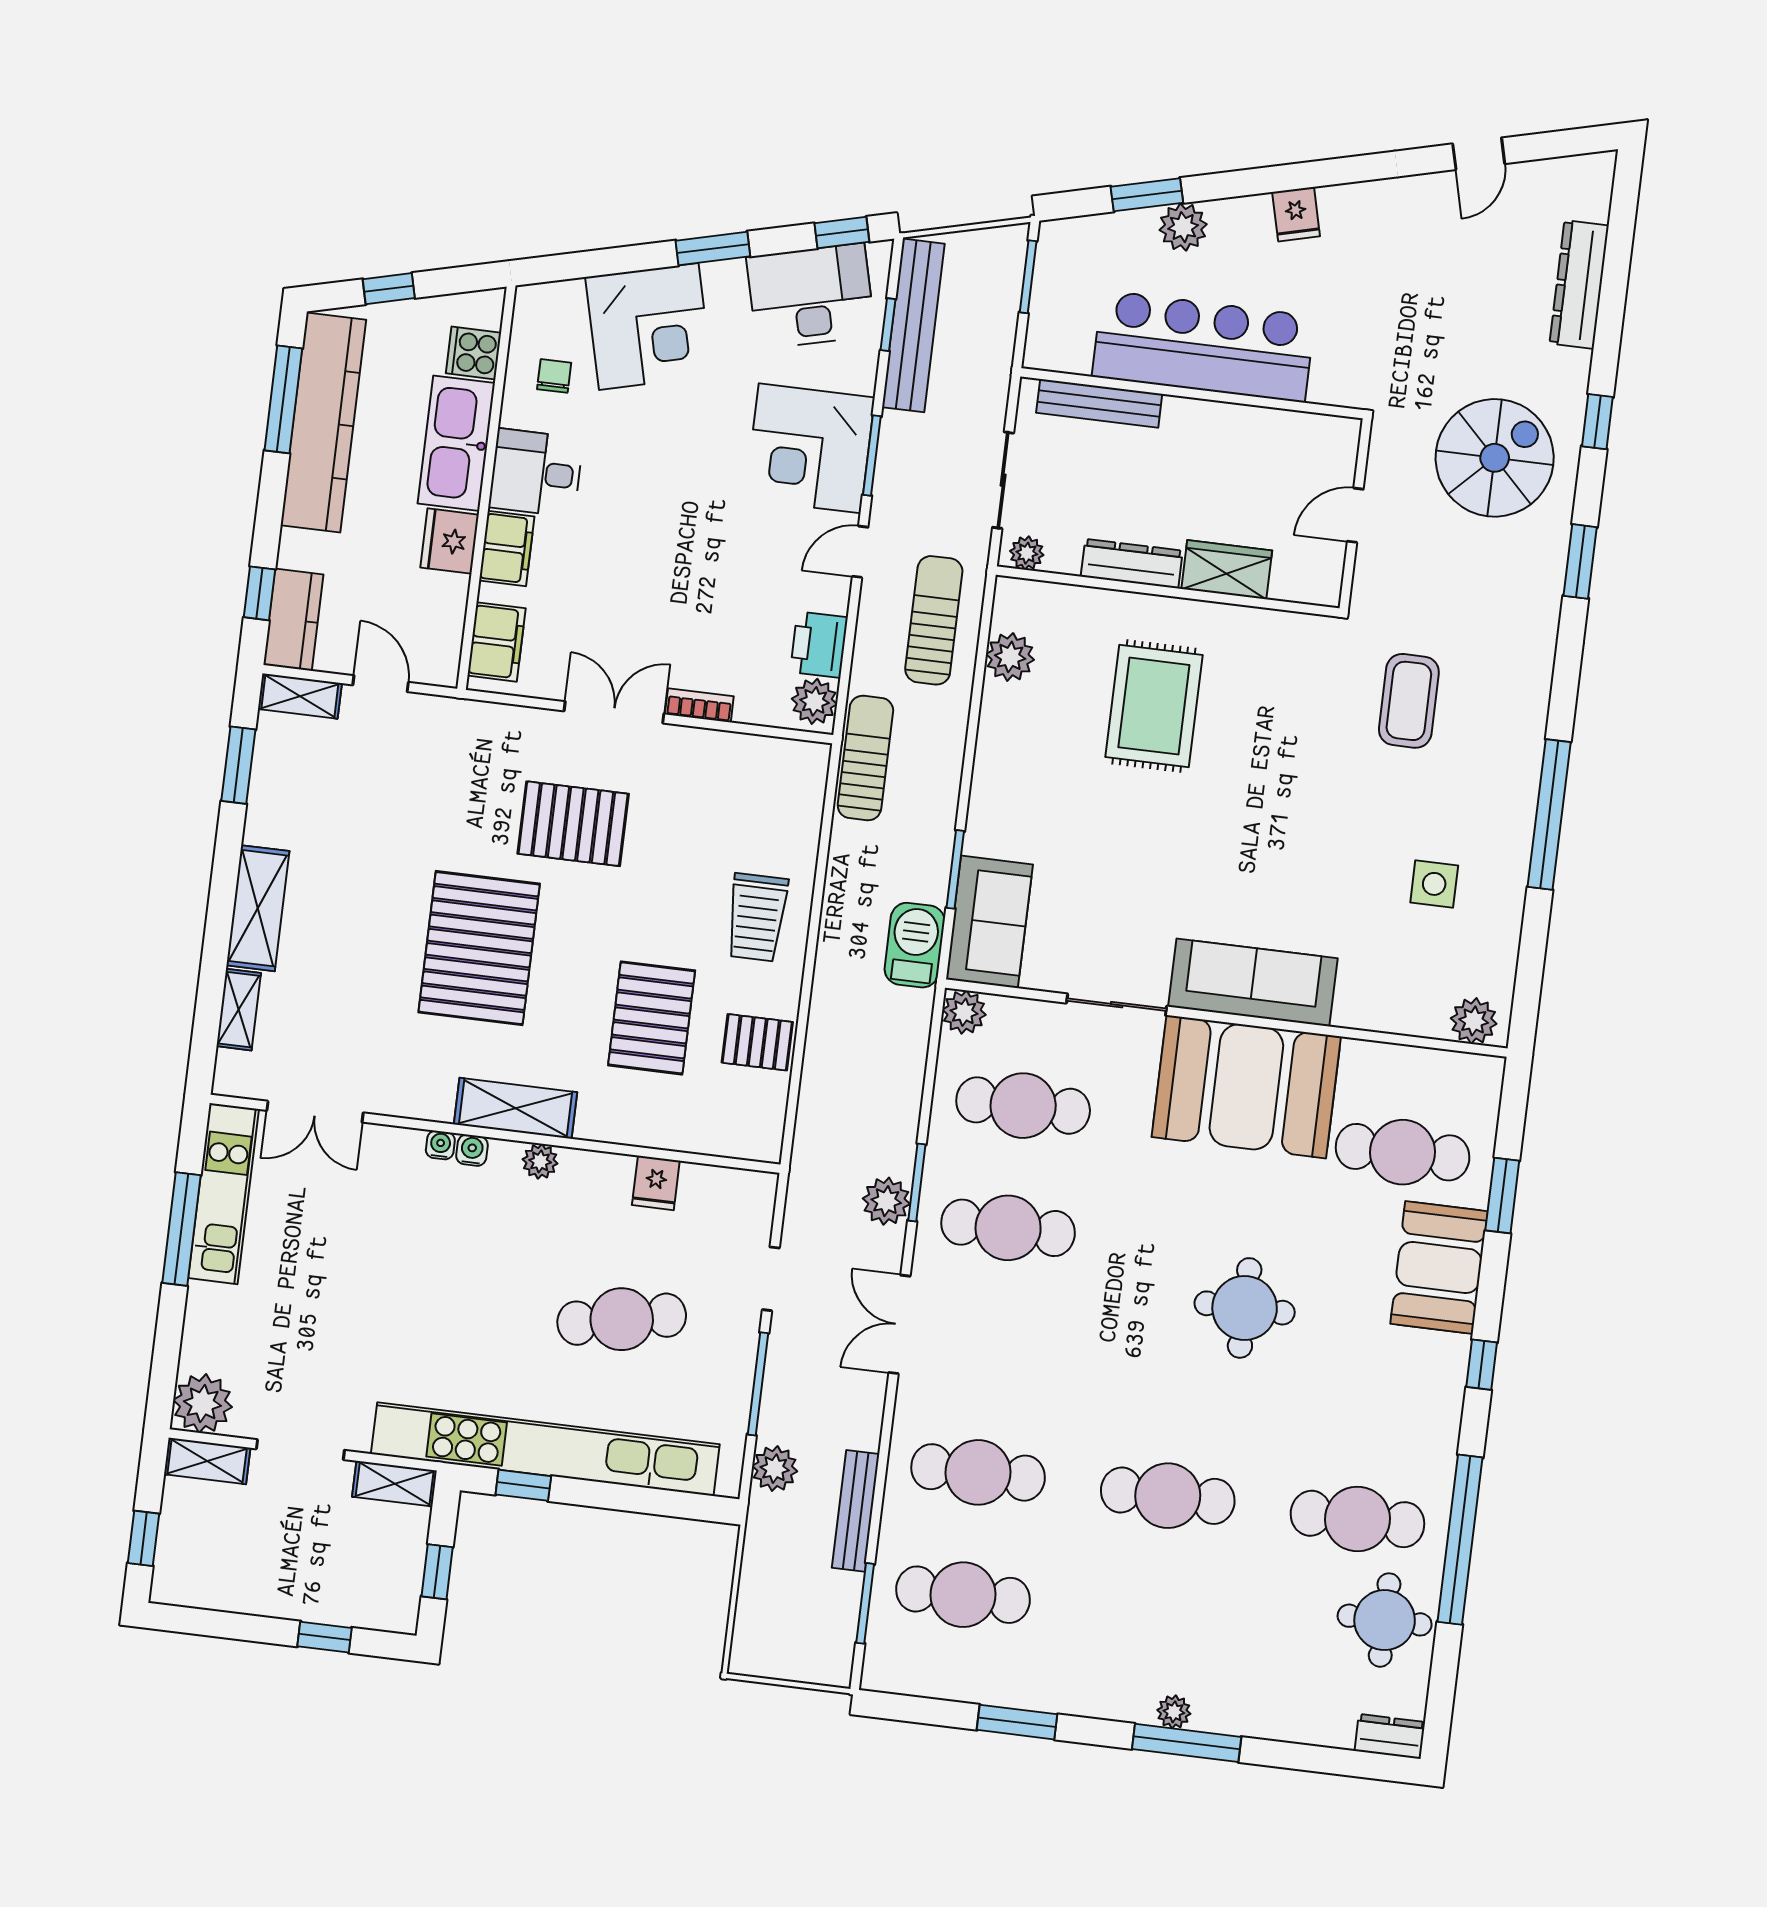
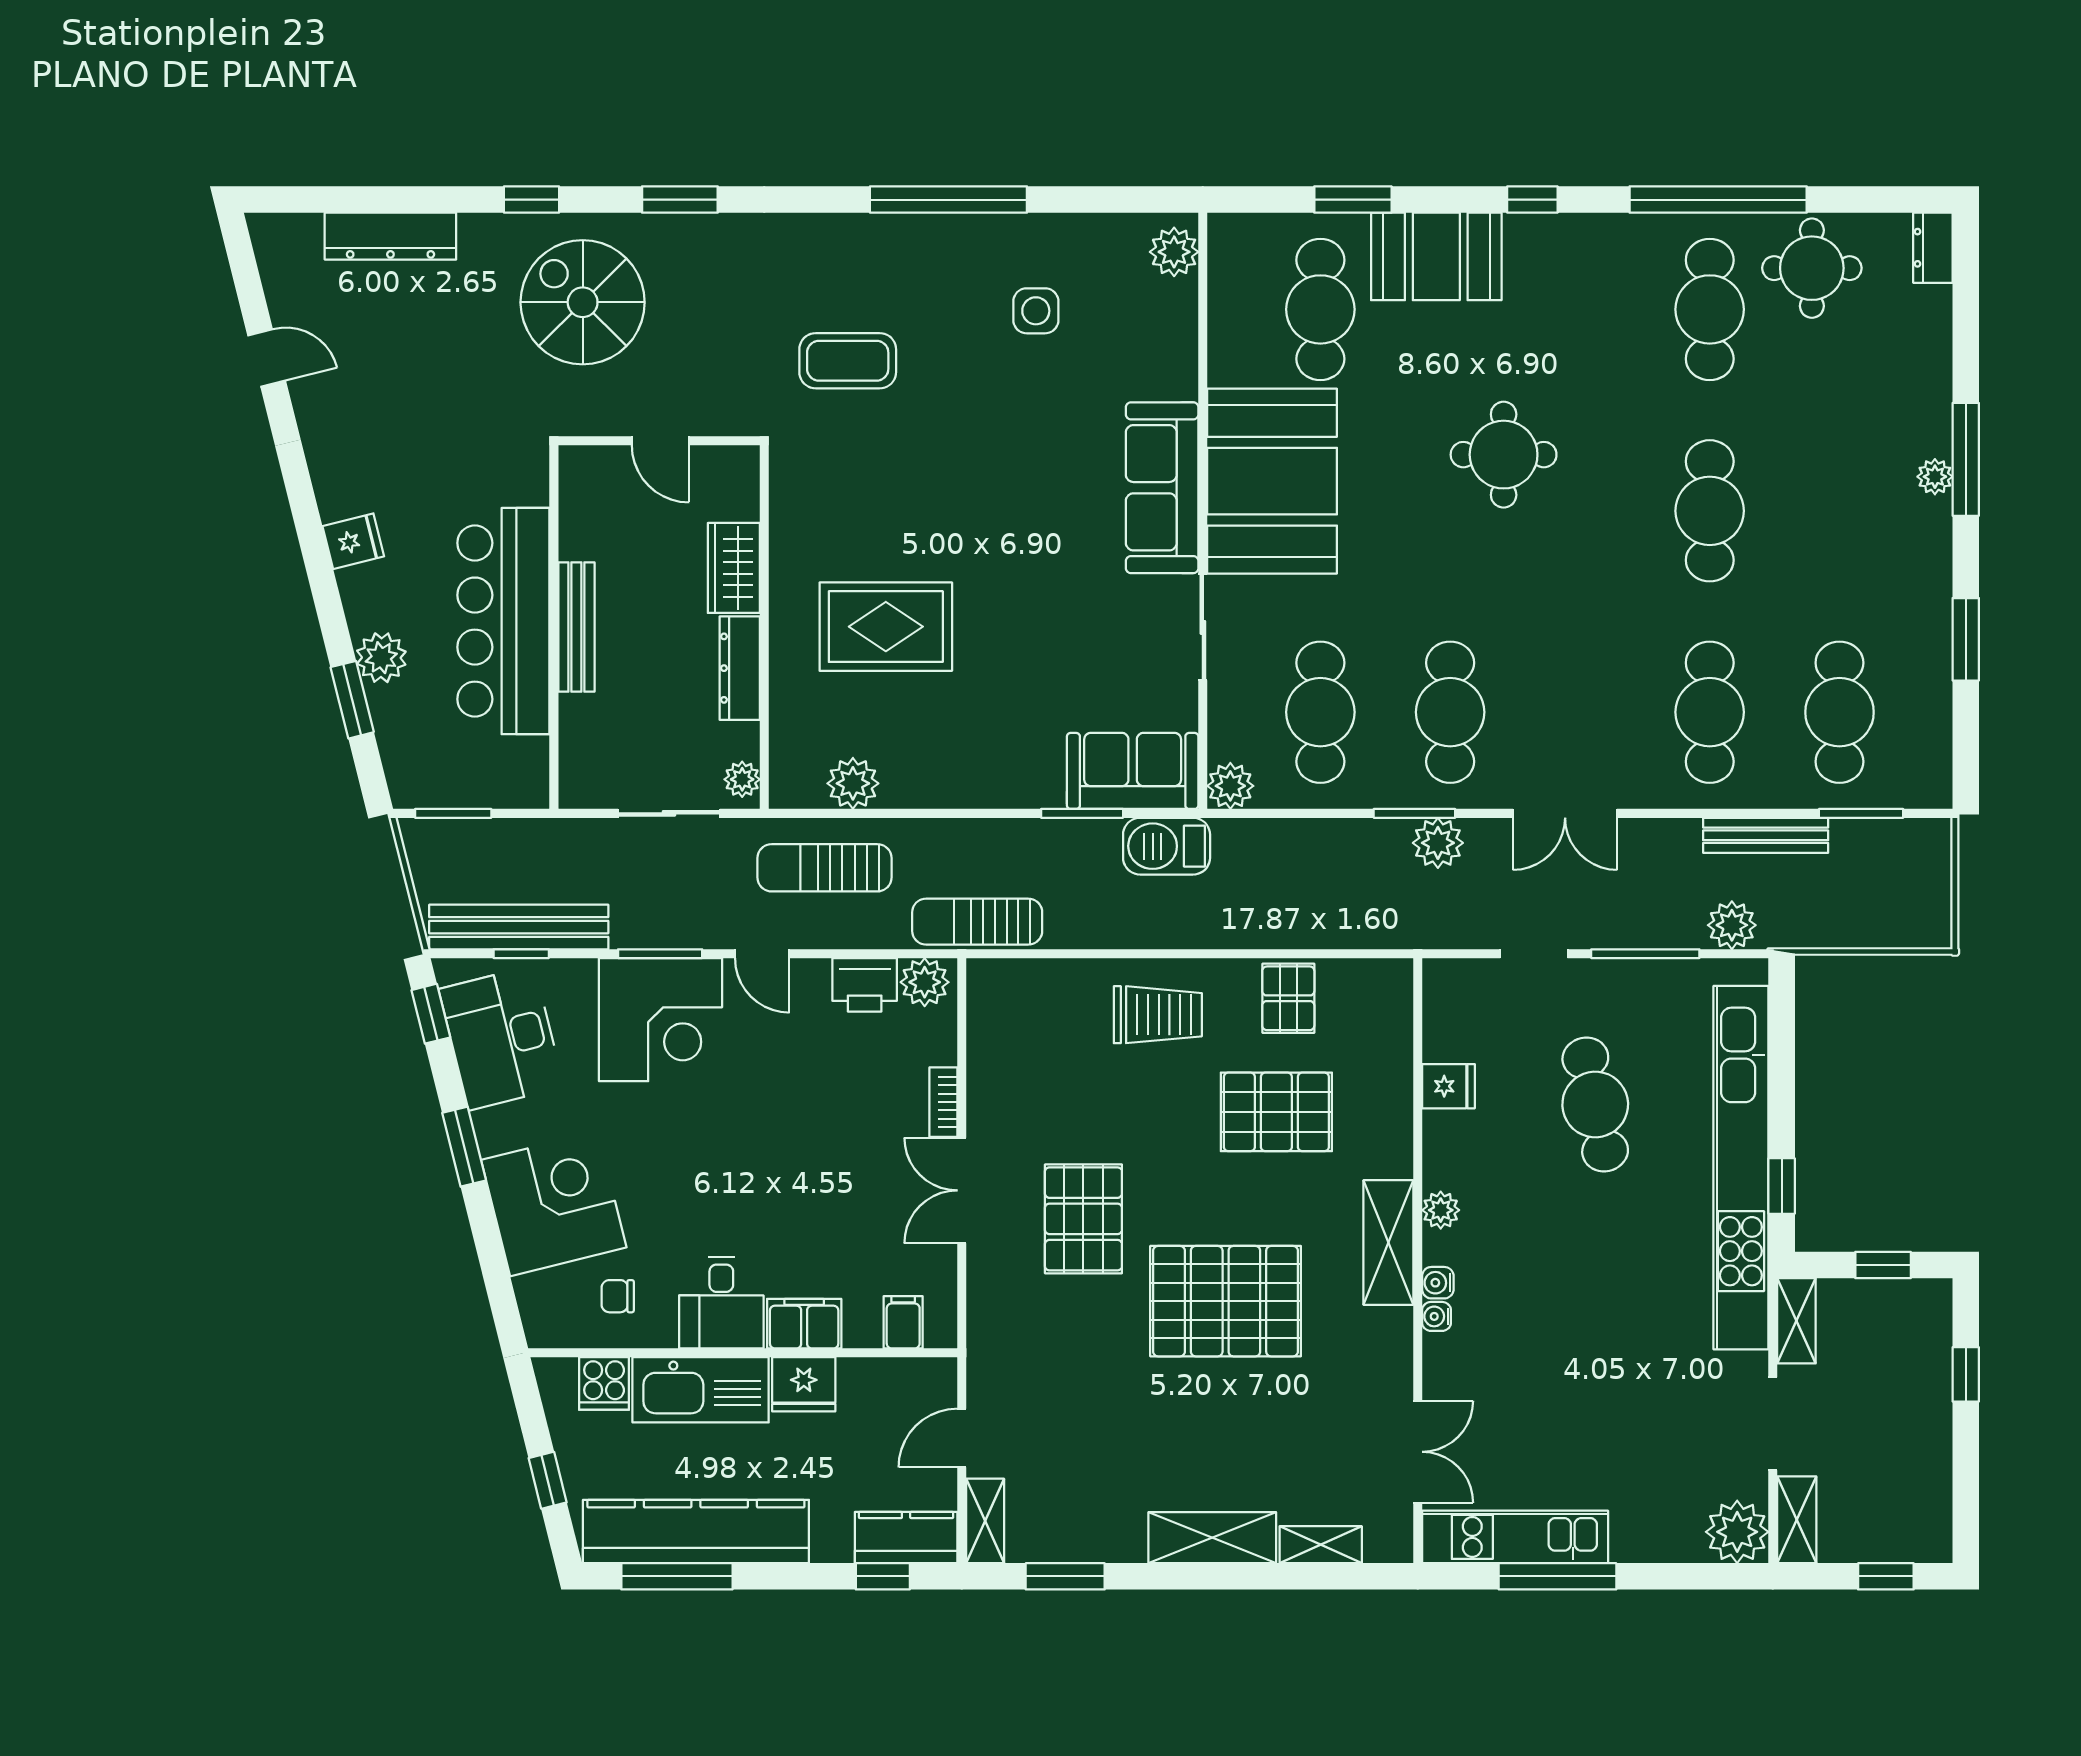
bench: (1099, 403) -> (576, 627), moved
filing cabinet: (497, 642) -> (903, 1322), width x0.50

